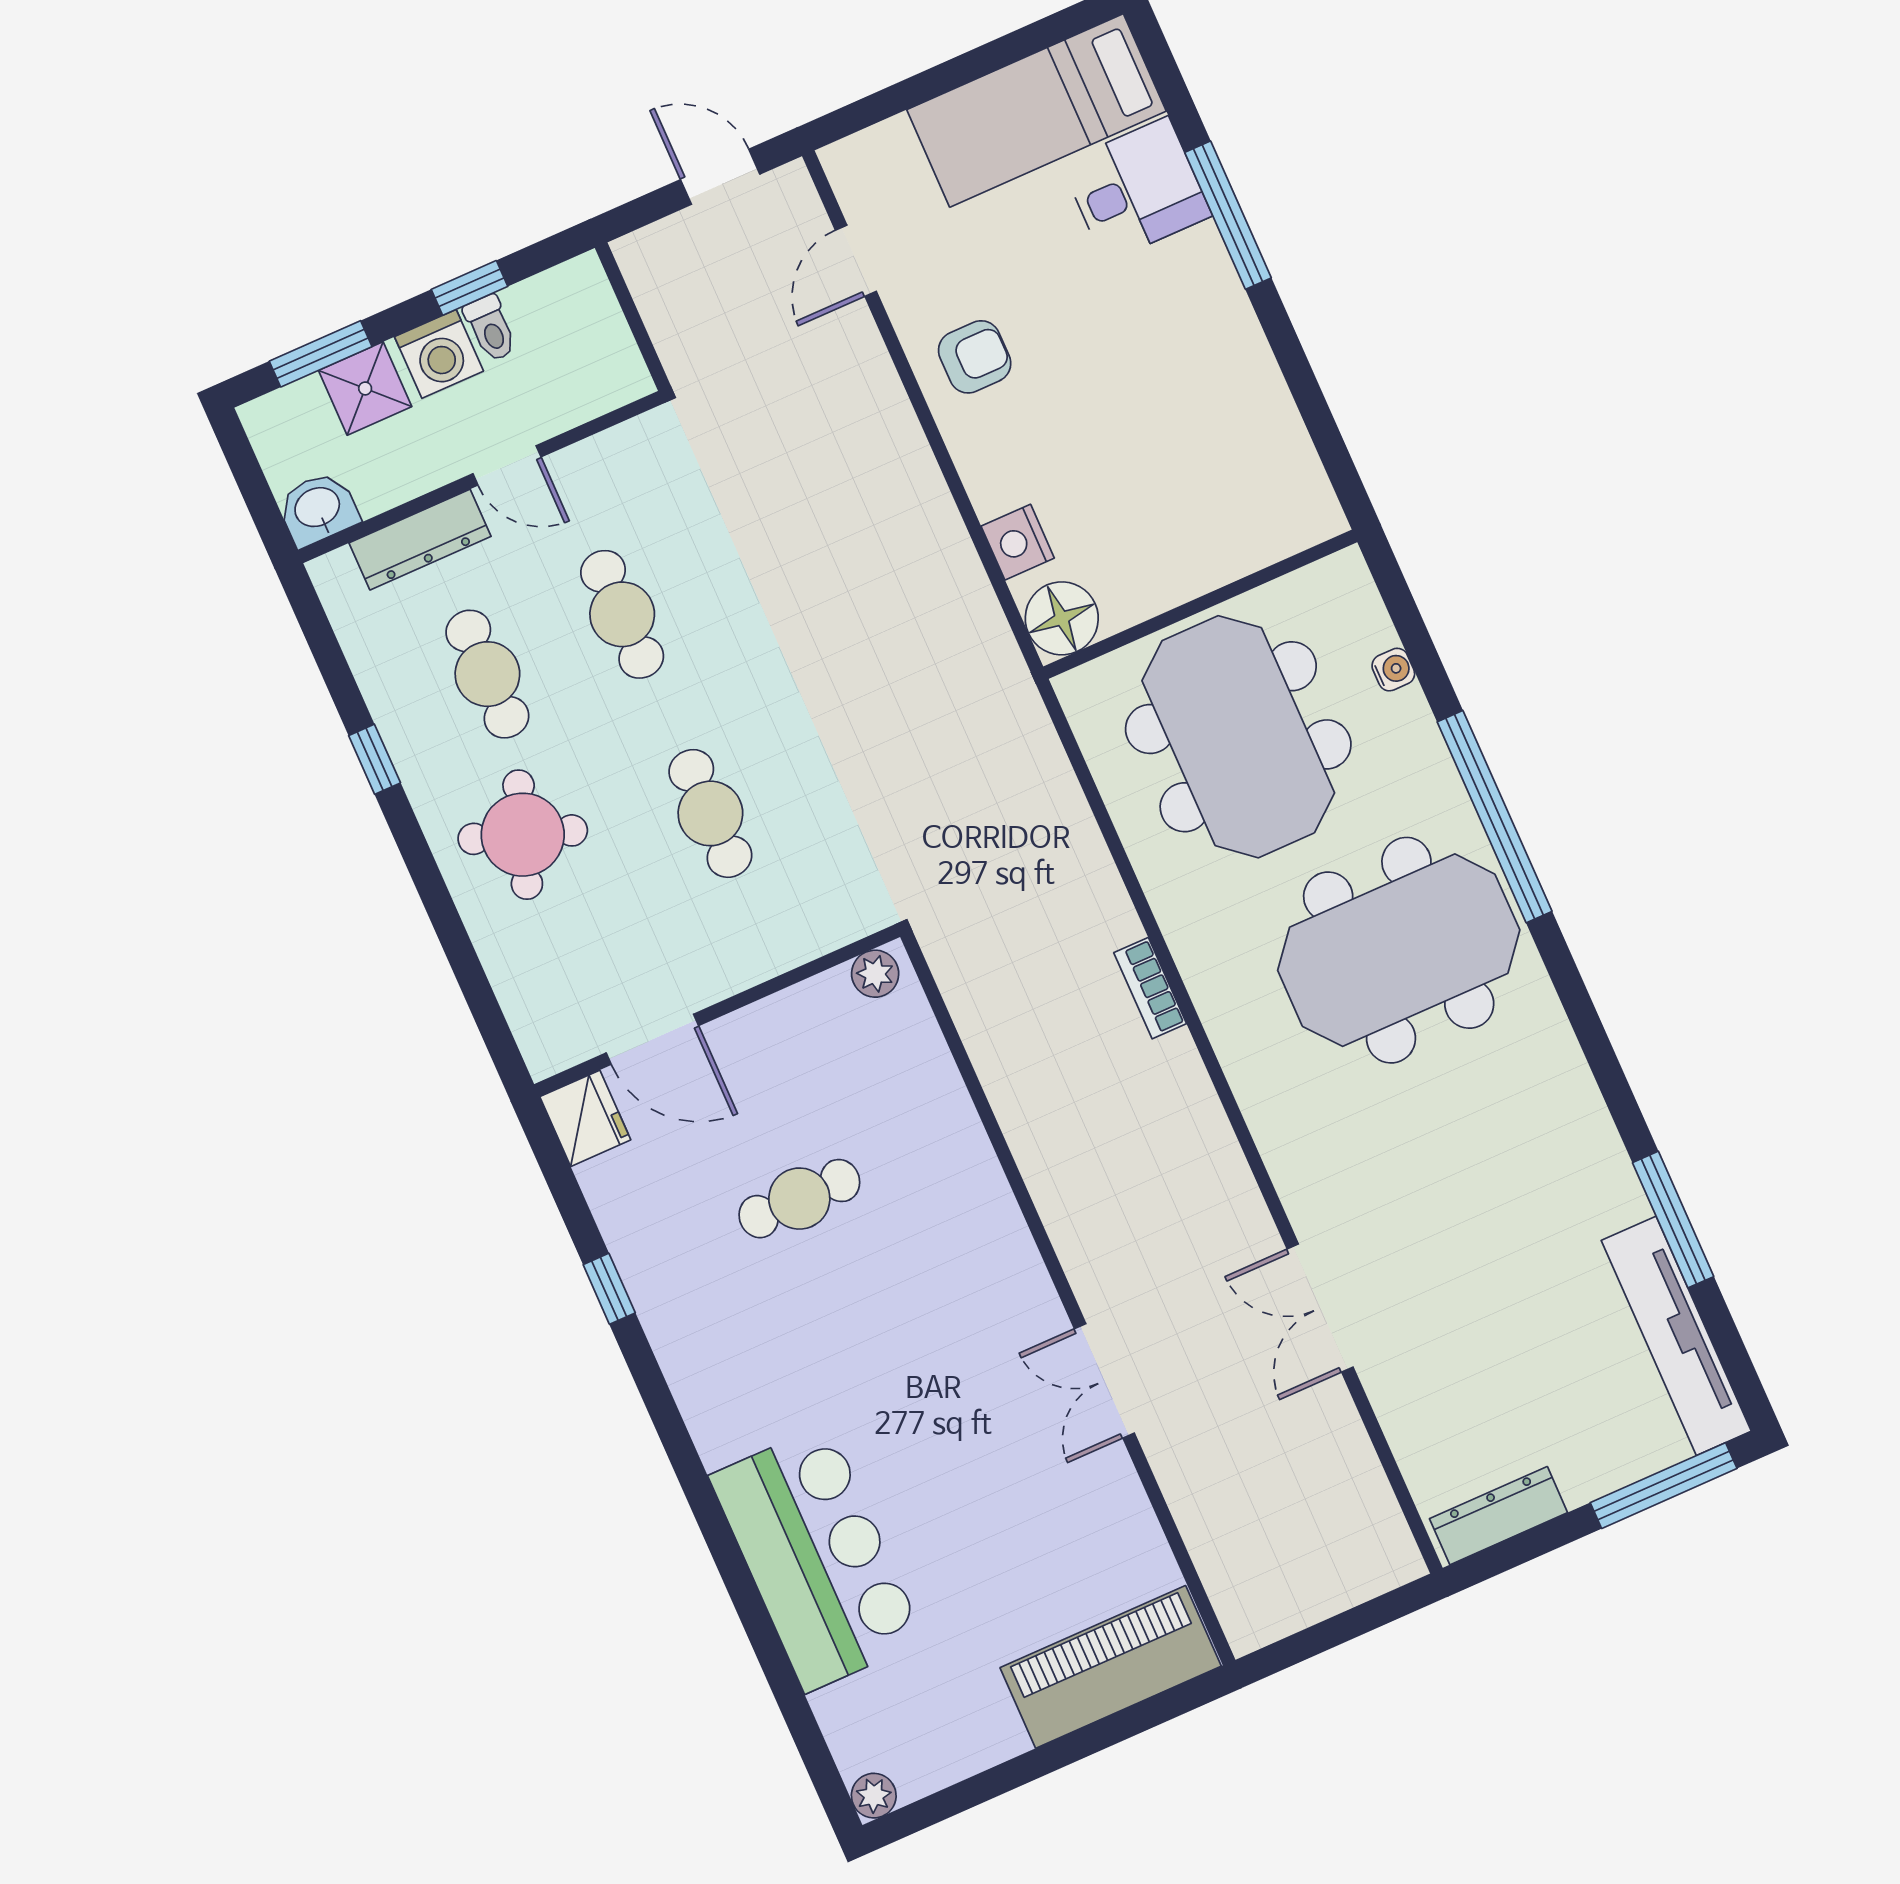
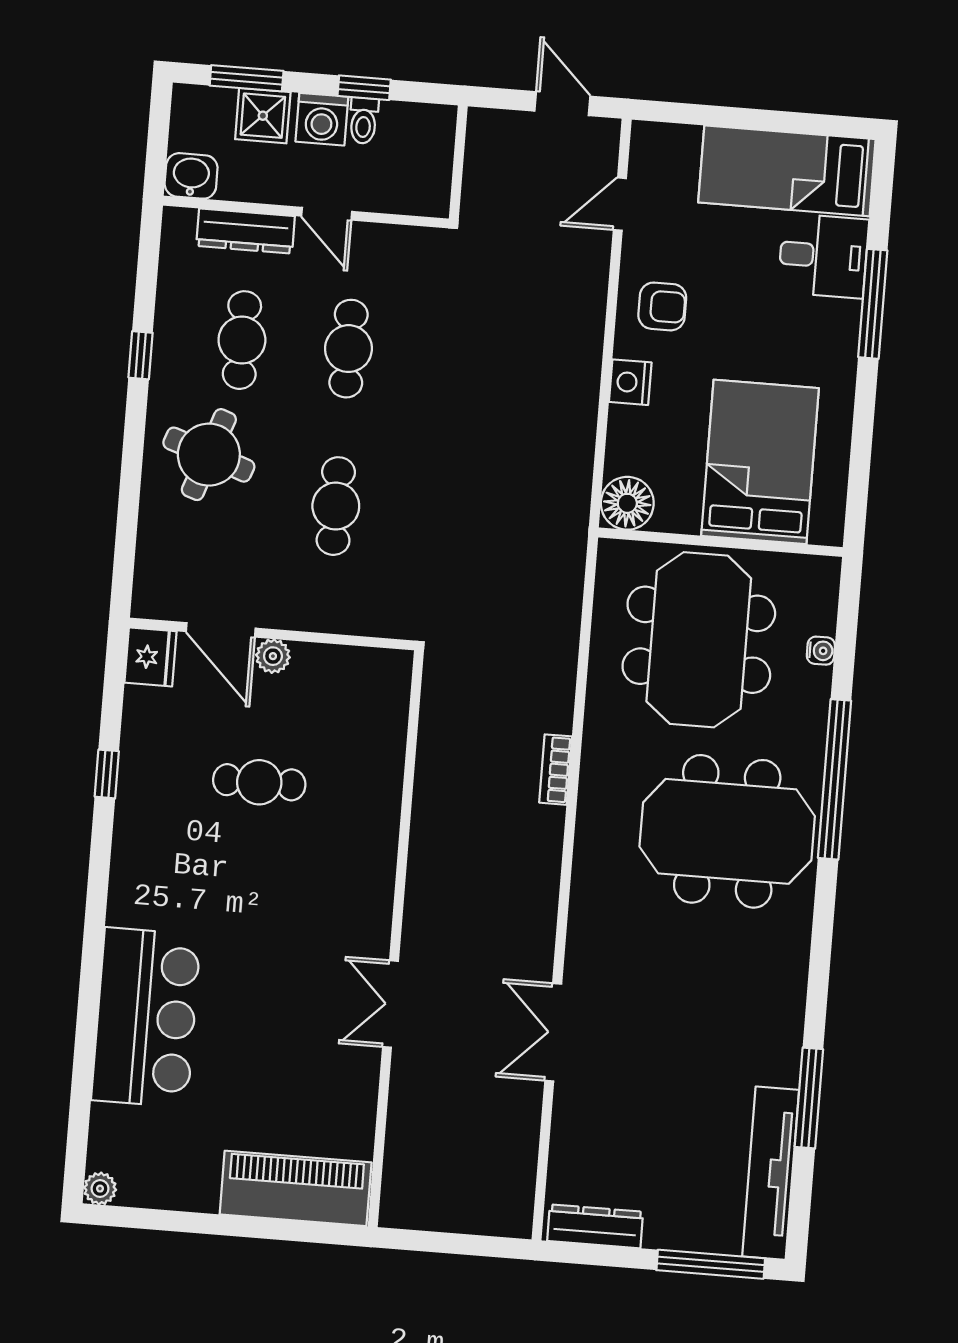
bed: (1195, 481) -> (760, 462), added
nightstand: (1018, 542) -> (630, 382), moved
plant: (875, 974) -> (273, 656), moved

